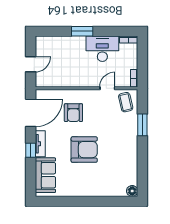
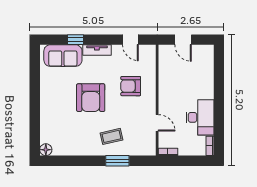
window: (82, 31) -> (219, 95), removed
coffee table: (126, 102) -> (112, 136), moved
door: (31, 113) -> (130, 40), width x0.53
window: (31, 150) -> (76, 40), moved

